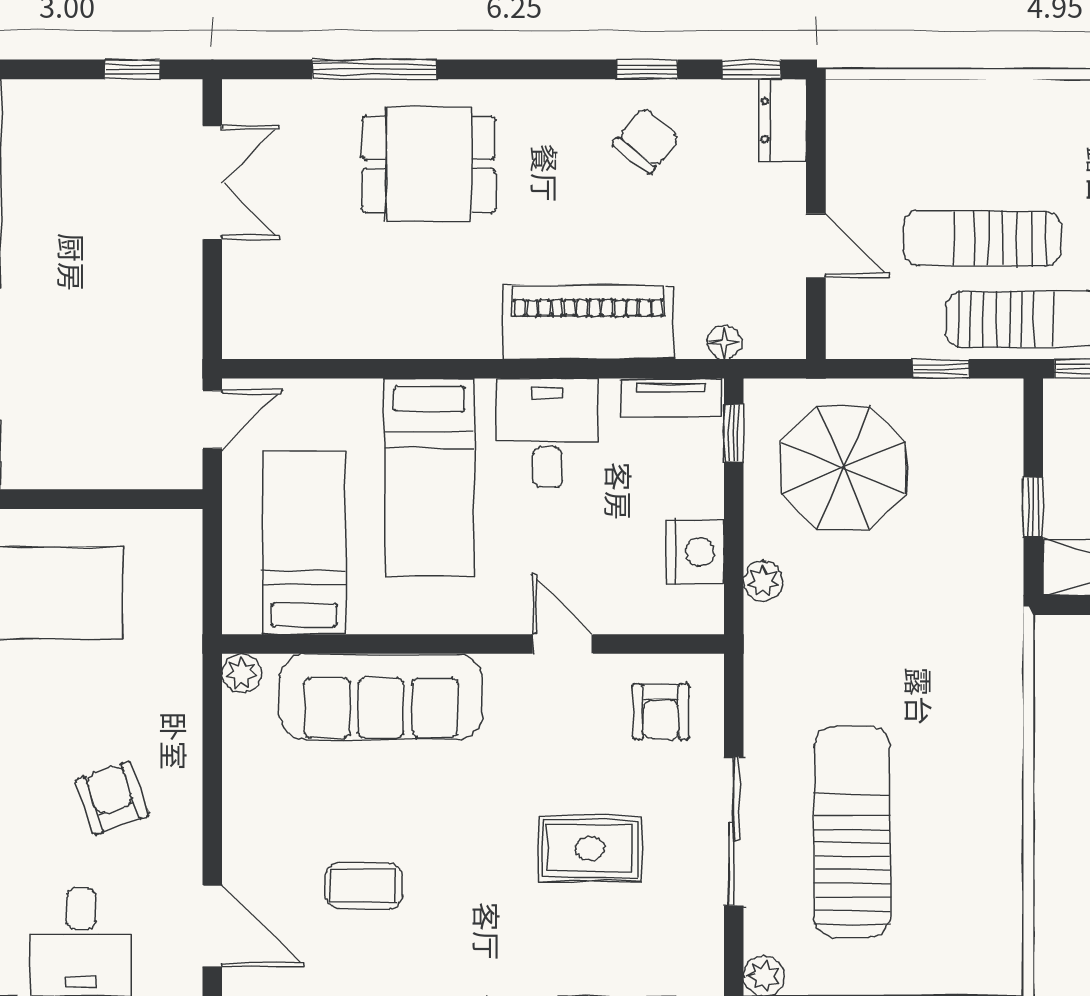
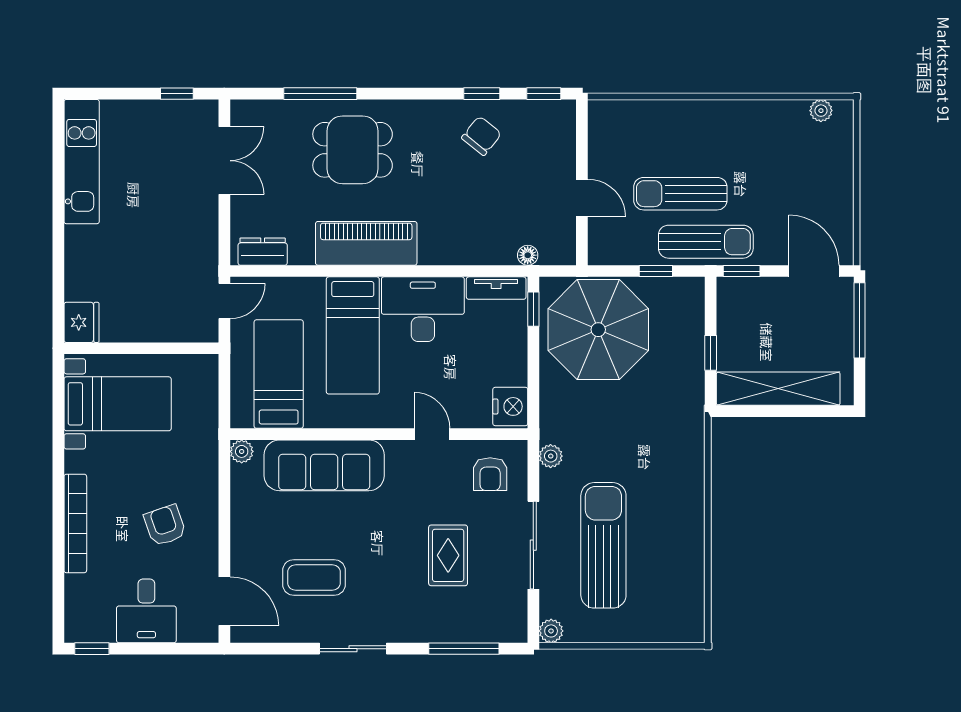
dresser: (783, 120) -> (263, 252), moved, turned 90
piano: (588, 322) -> (366, 243), moved
desk: (547, 433) -> (423, 309), width x1.37
parasol: (843, 468) -> (598, 330), width x1.36, depth x1.36
nightstand: (695, 552) -> (510, 406), moved
plant: (763, 581) -> (551, 456), moved
rug: (590, 849) -> (448, 555), turned 90
coffee table: (364, 886) -> (314, 577), width x1.36, depth x1.30

